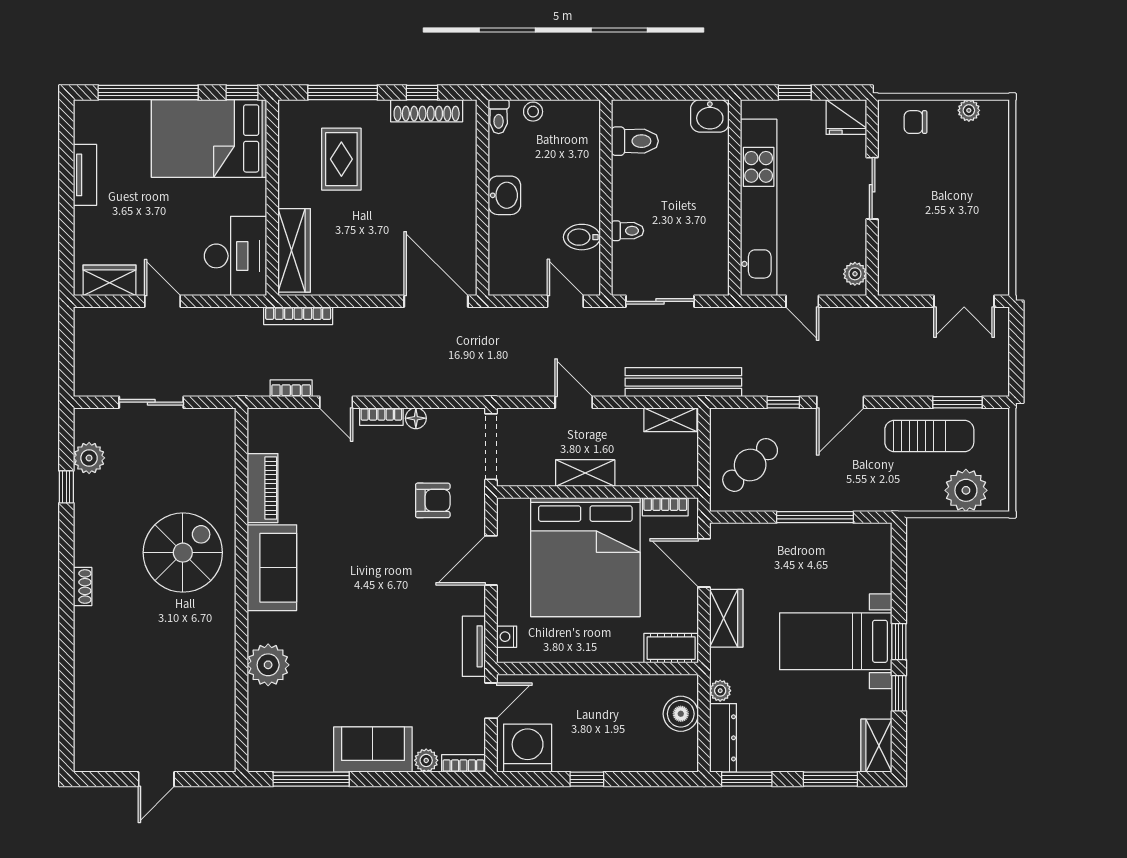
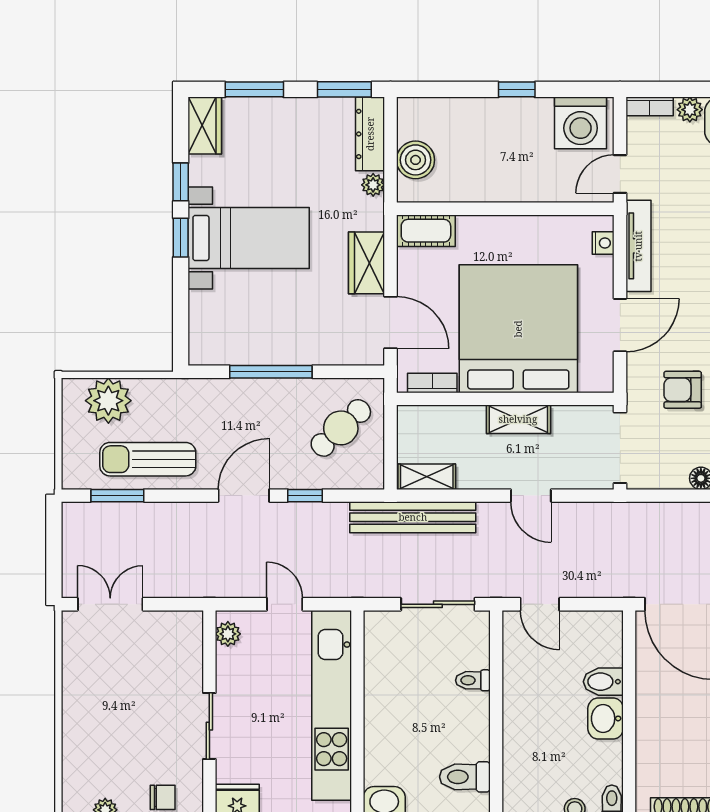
bidet: (582, 237) -> (603, 682), moved, turned 180
tv unit: (474, 646) -> (638, 246), width x1.41

